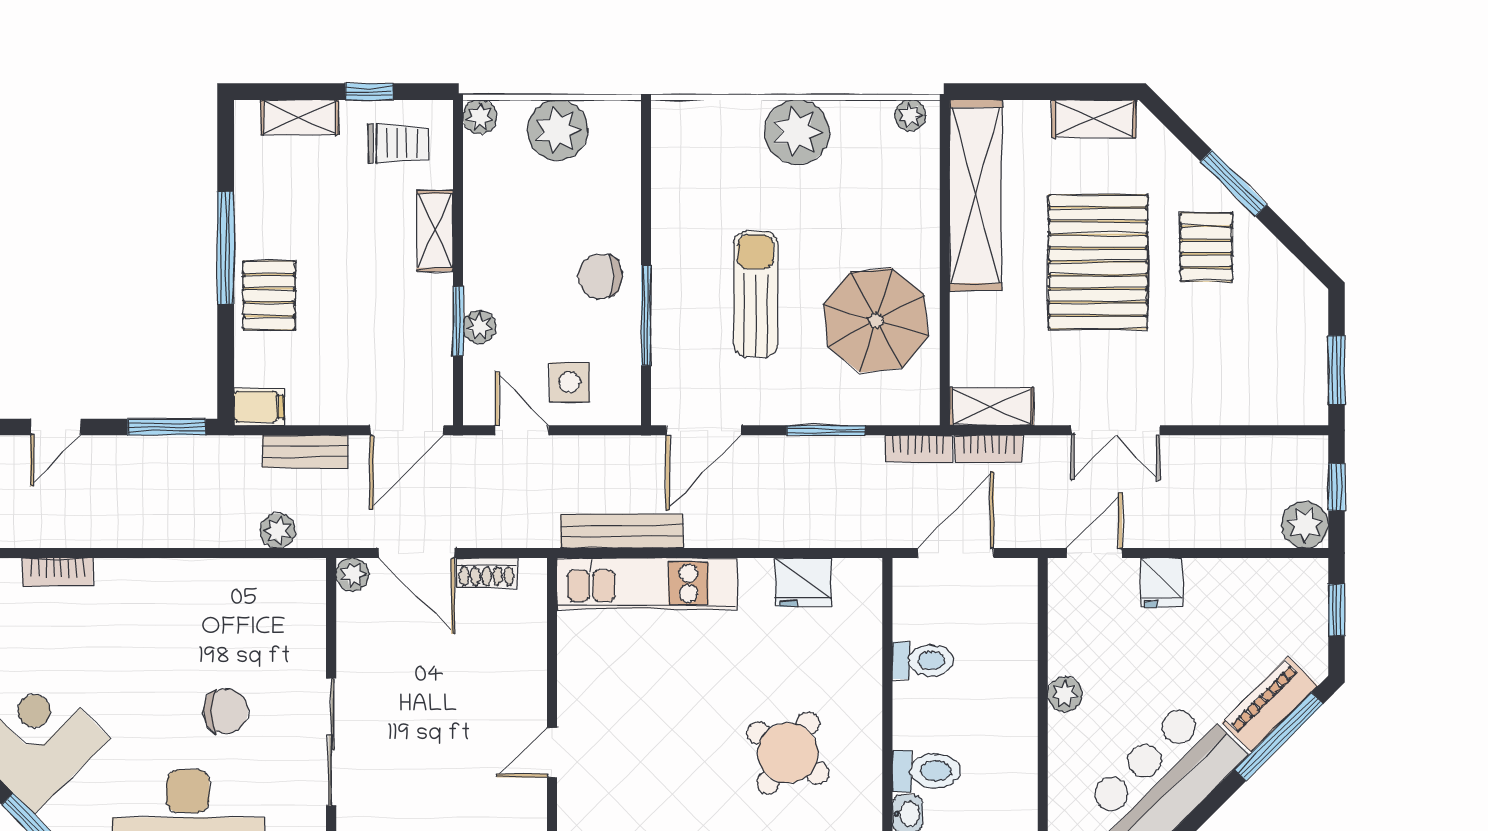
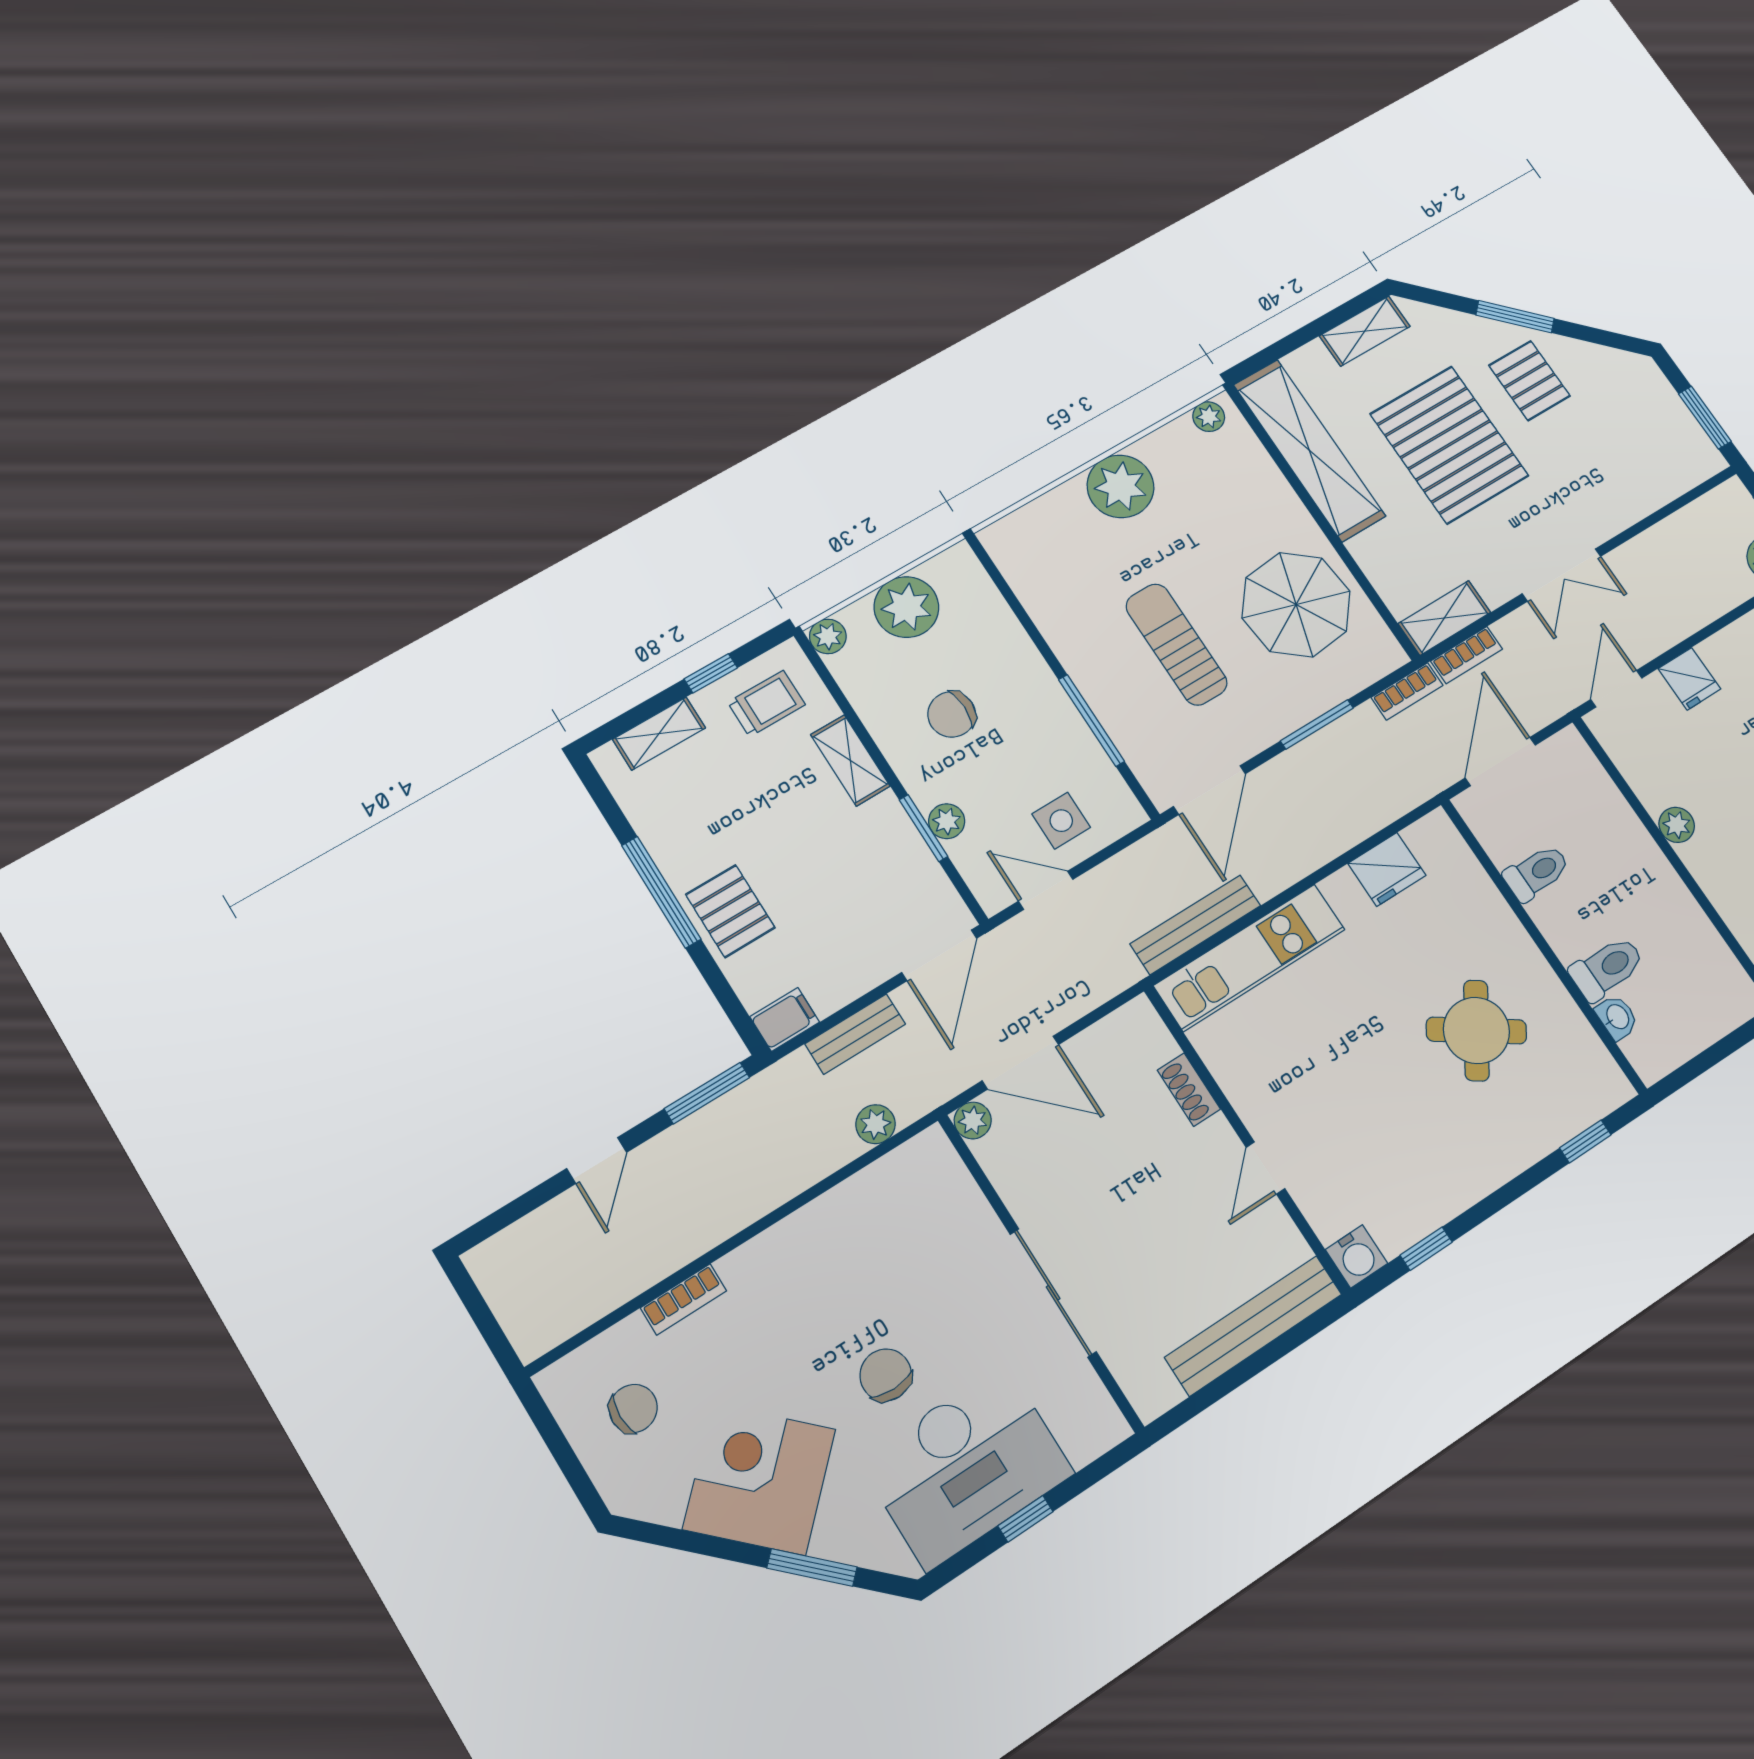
chair: (600, 276) -> (952, 714), moved
shoe rack: (487, 573) -> (1189, 1090), moved, turned 90
chair: (226, 711) -> (886, 1375), moved, turned -90

